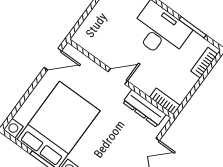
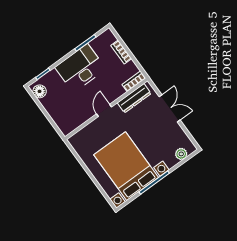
door: (53, 59) -> (76, 155), removed
bookcase: (204, 63) -> (121, 52), moved

